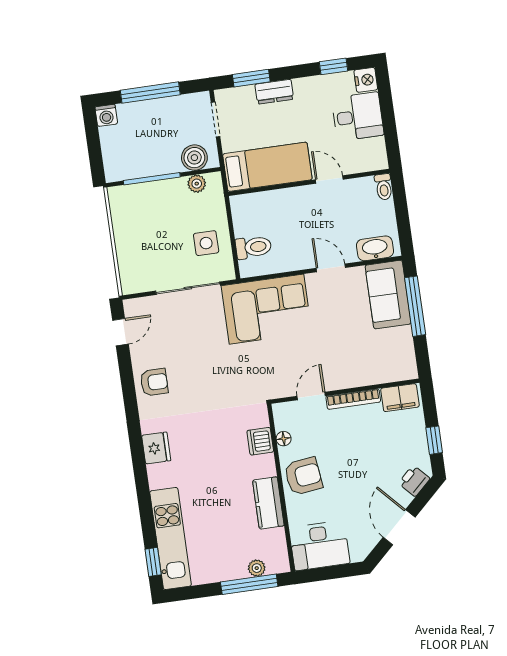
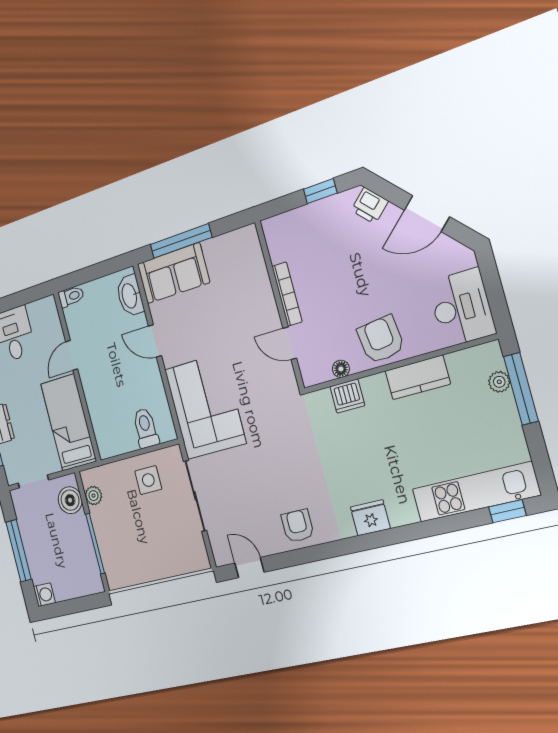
door: (331, 268) -> (155, 341), hinge flipped
filing cabinet: (400, 398) -> (279, 240), removed

